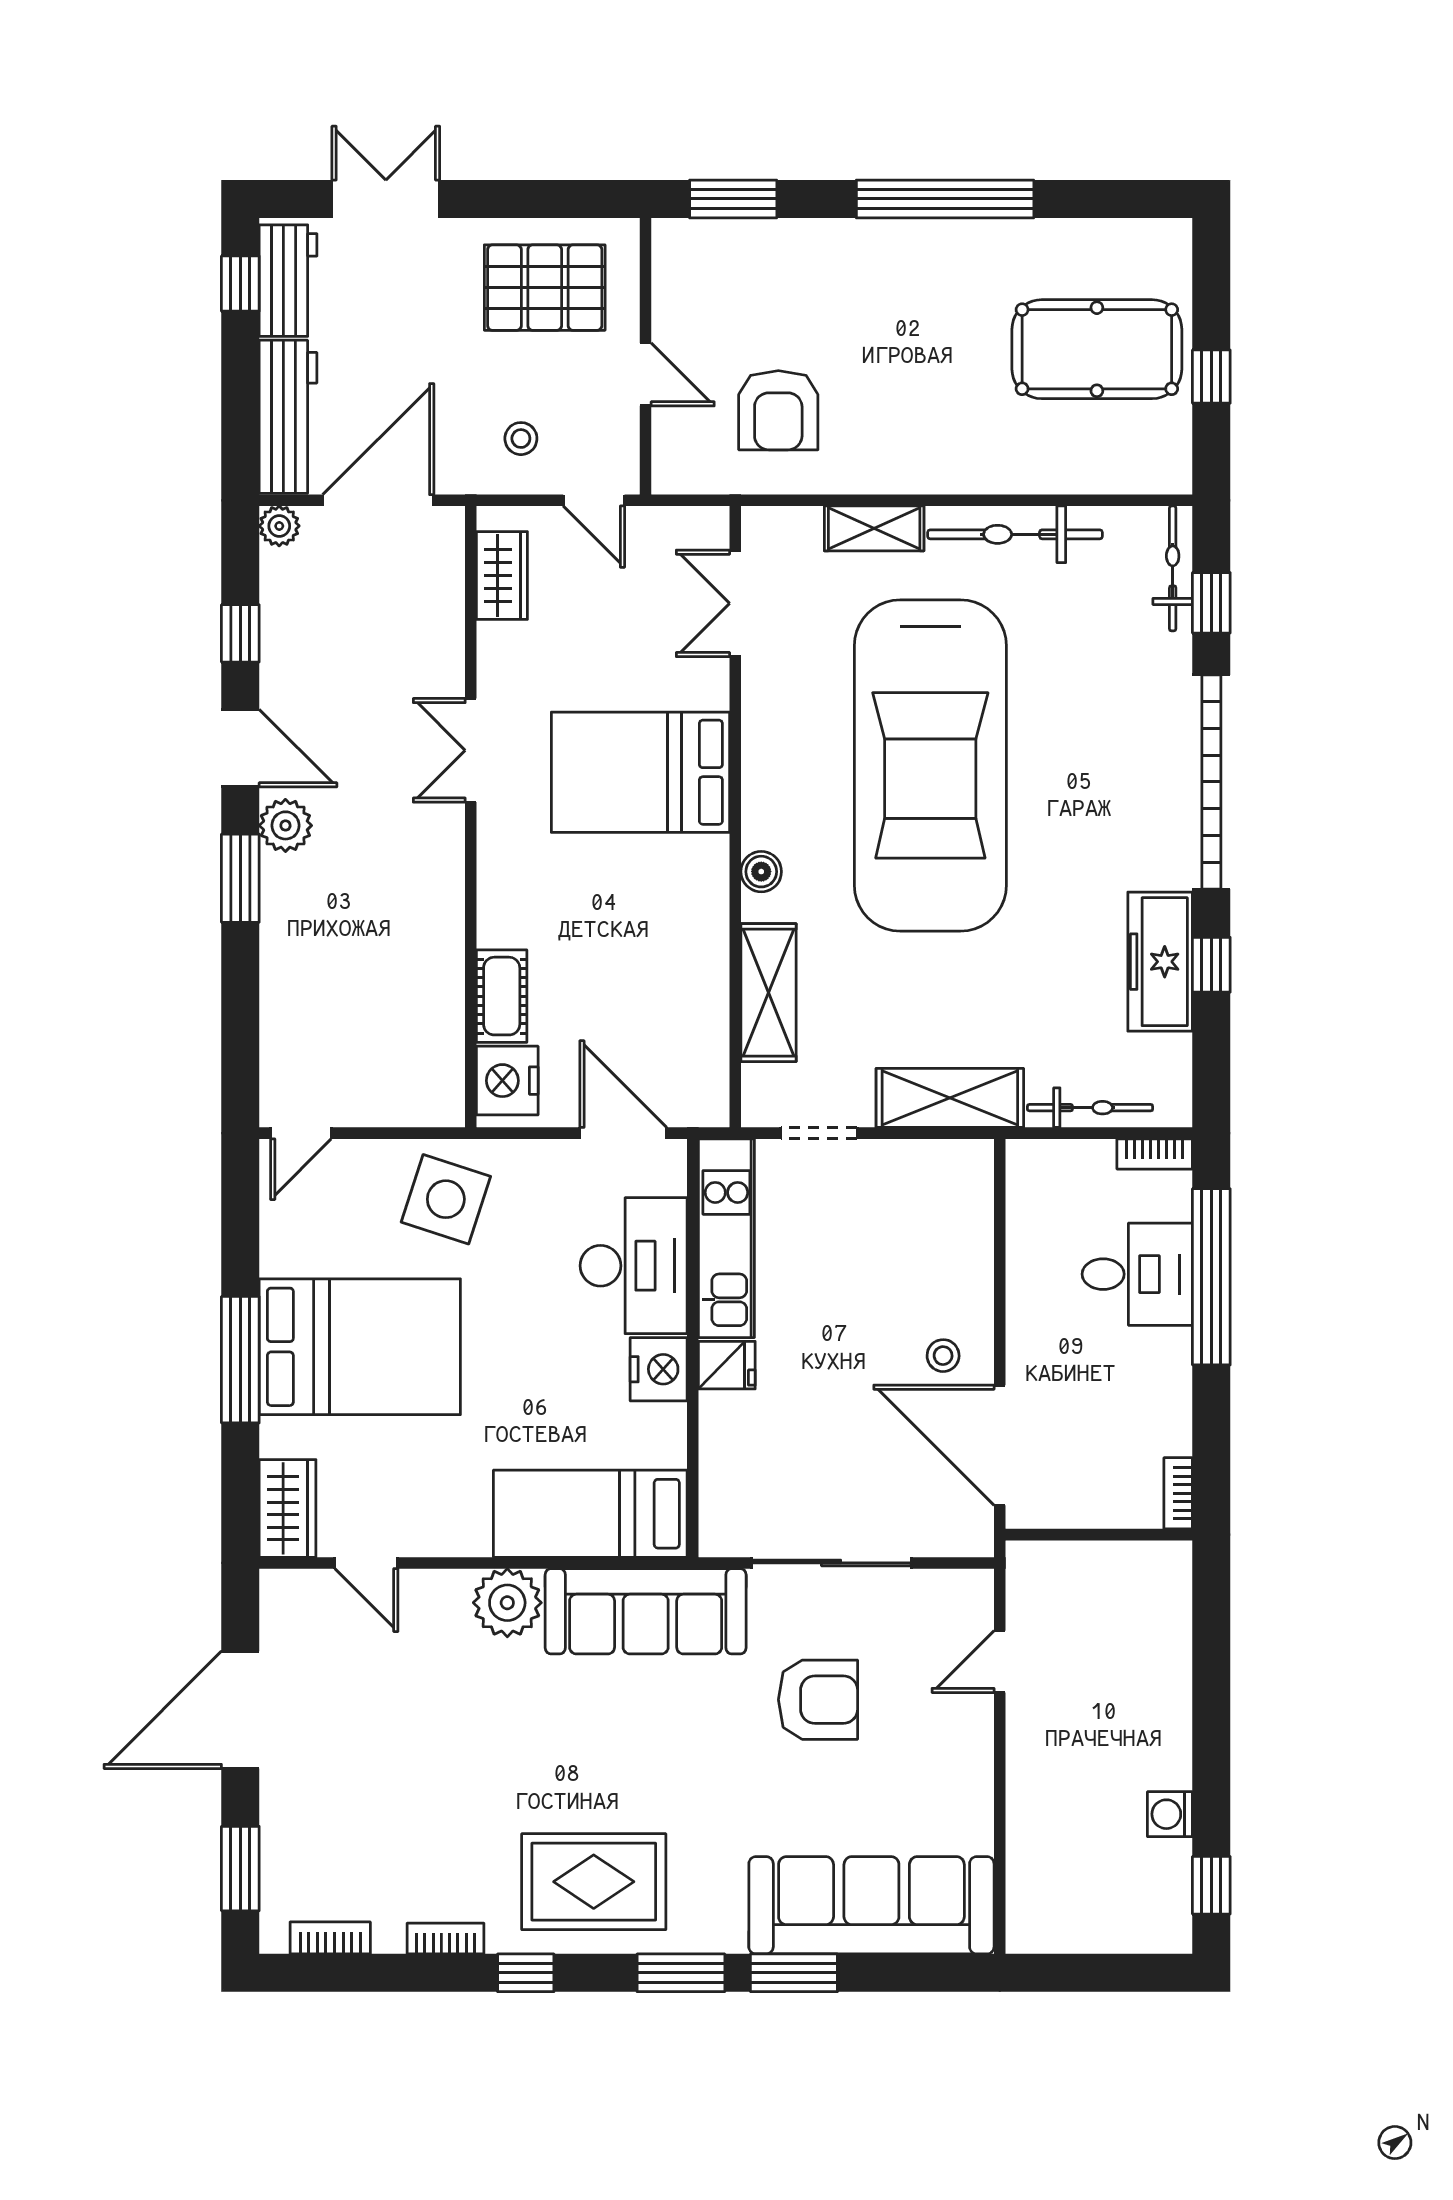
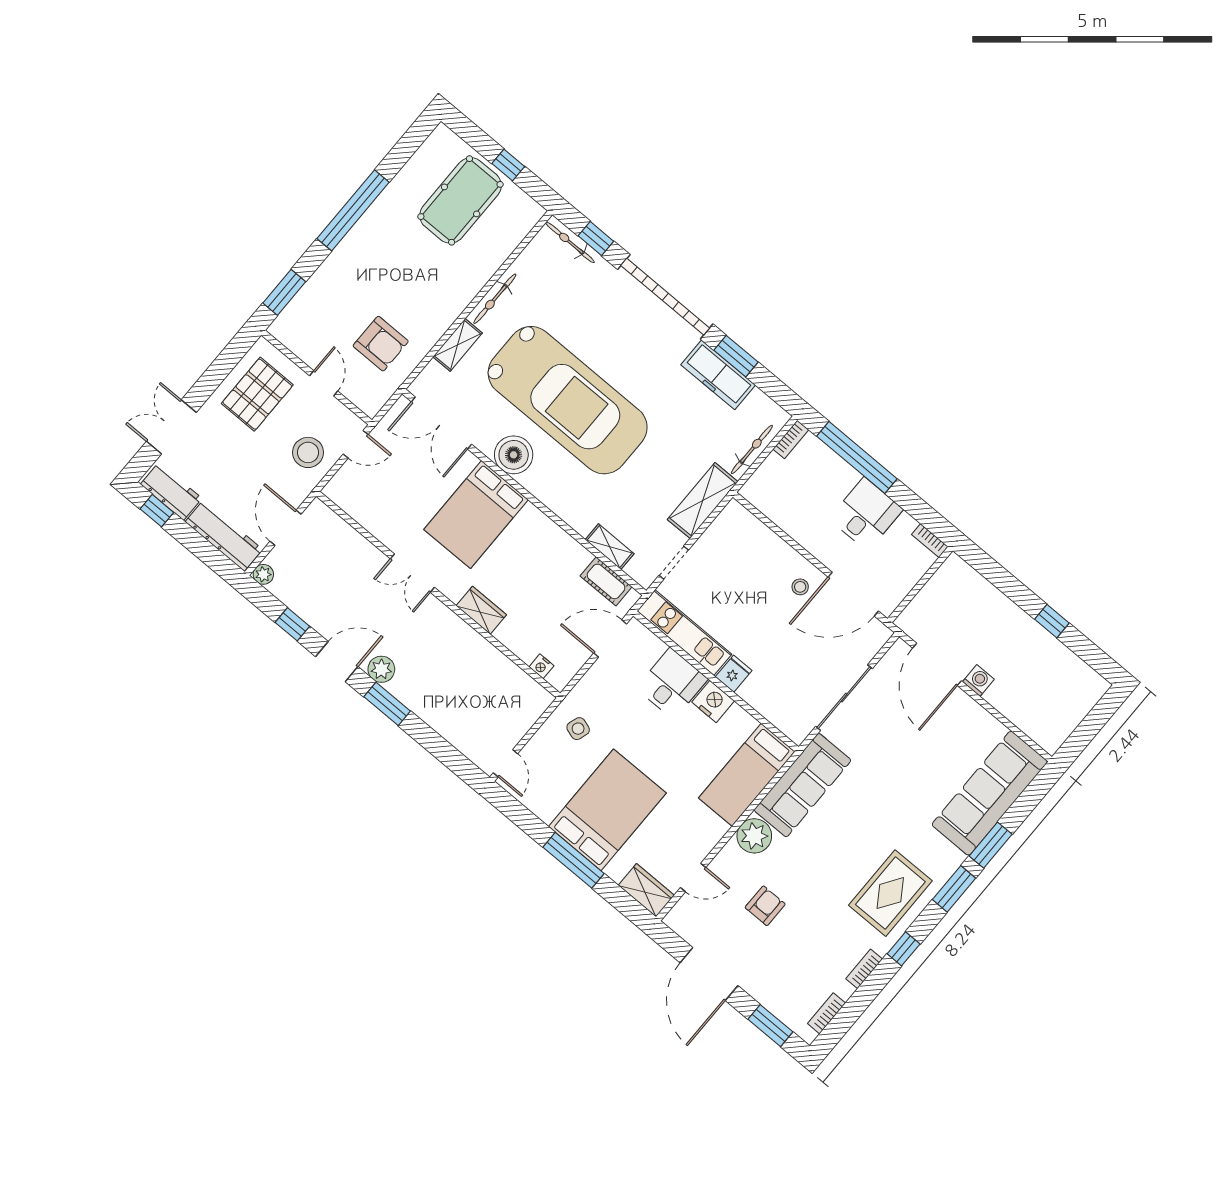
door: (646, 374) -> (324, 383), hinge flipped
stool: (521, 439) -> (308, 452), width x1.89, depth x1.89
door: (378, 500) -> (286, 528), width x0.73
bicycle: (1015, 534) -> (495, 299), width x0.73, depth x0.71
wardrobe: (502, 576) -> (481, 610), moved
double door: (735, 603) -> (441, 423), width x1.37
boiler: (761, 872) -> (514, 455), moved, width x1.86, depth x1.86
window: (1211, 965) -> (736, 356), width x1.50
shelving: (769, 993) -> (610, 547), width x0.67, depth x0.75
cot: (502, 996) -> (606, 581), moved
nightstand: (507, 1081) -> (541, 666), width x0.53, depth x0.56
side table: (446, 1199) -> (578, 729), width x0.54, depth x0.54
desk: (634, 1266) -> (672, 683), width x0.73
desk: (1137, 1274) -> (866, 514), moved
door: (1000, 1662) -> (937, 664), width x1.87
armchair: (818, 1700) -> (765, 906), moved, width x0.72, depth x0.72
washing machine: (1170, 1814) -> (978, 680), moved, turned 180
window: (1211, 1885) -> (1052, 621), moved

